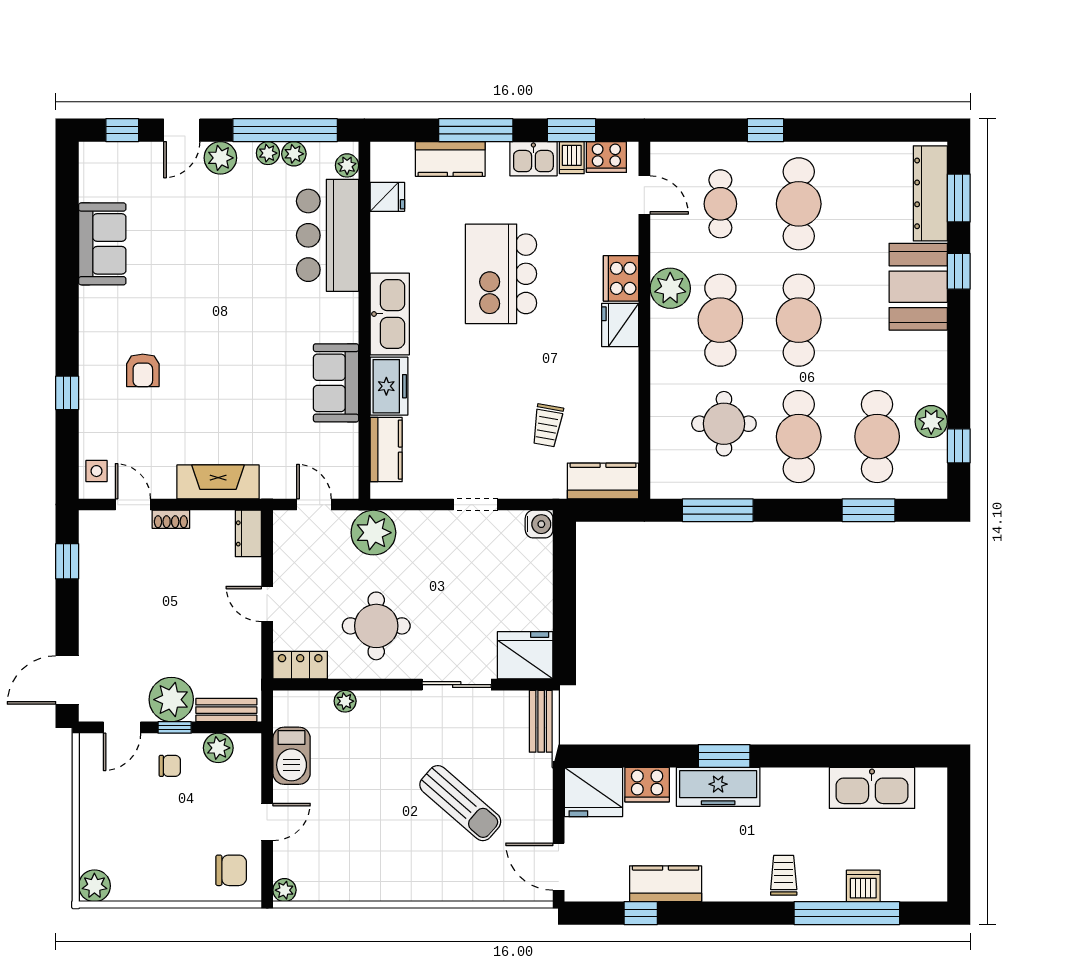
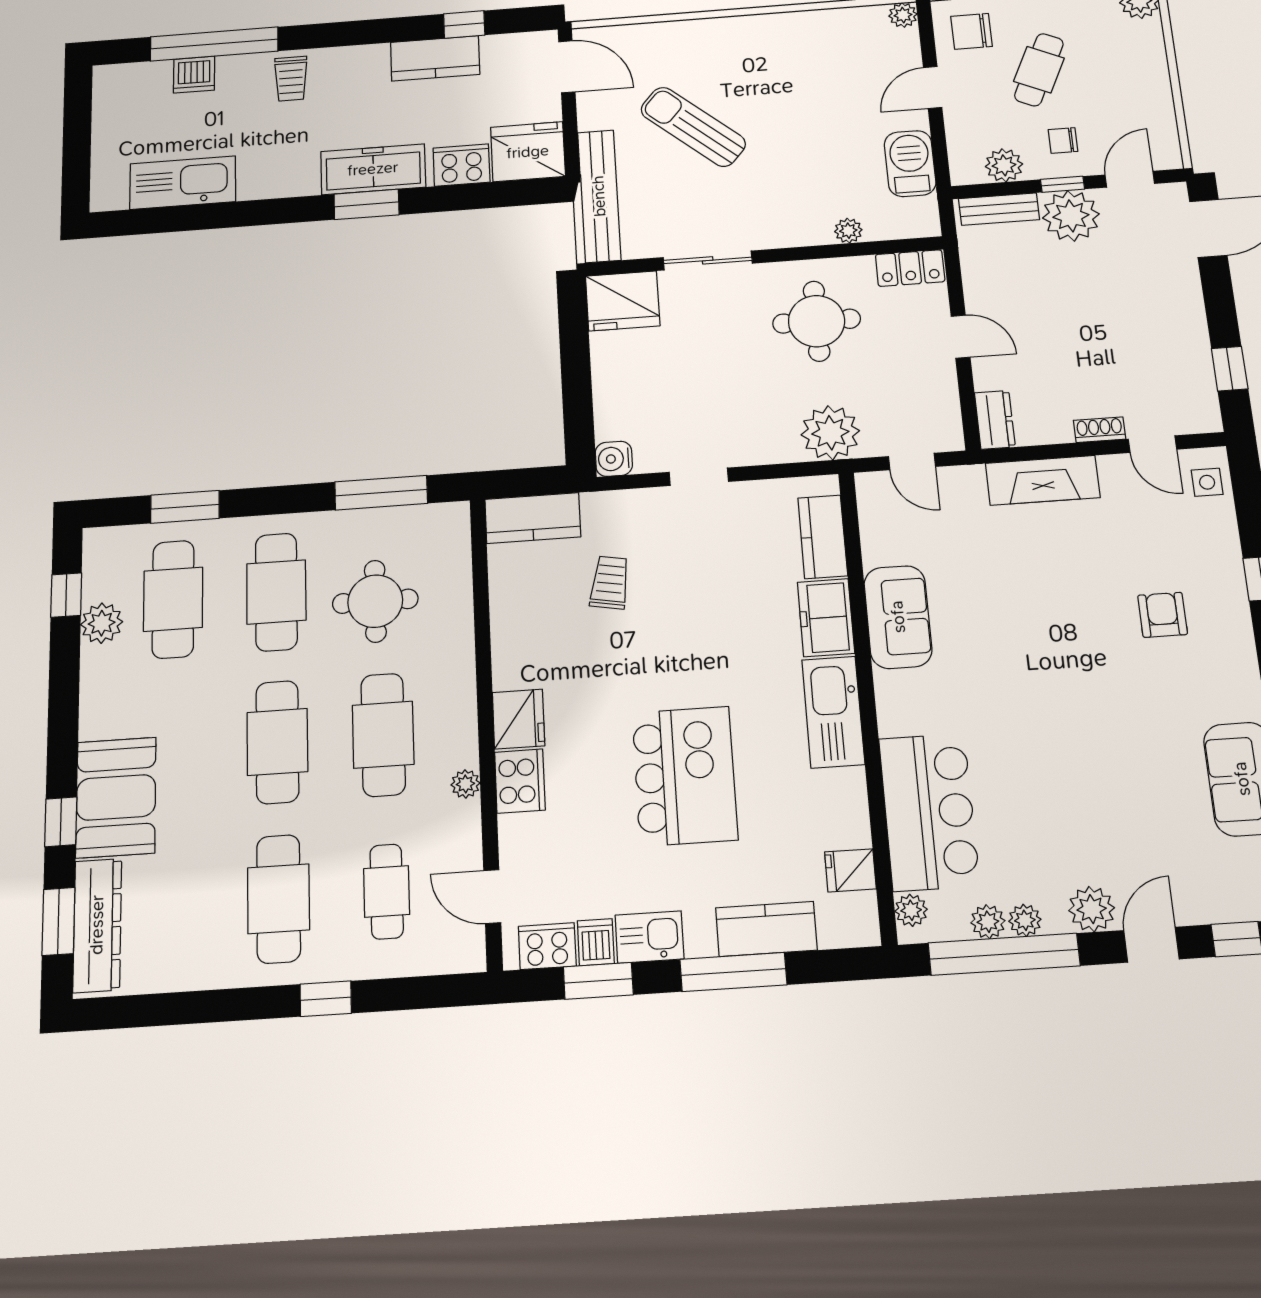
plant: (670, 288) -> (465, 784), width x0.53, depth x0.53
bench: (541, 721) -> (599, 196), width x1.86, depth x1.21
cafe table: (181, 831) -> (1039, 70), added

